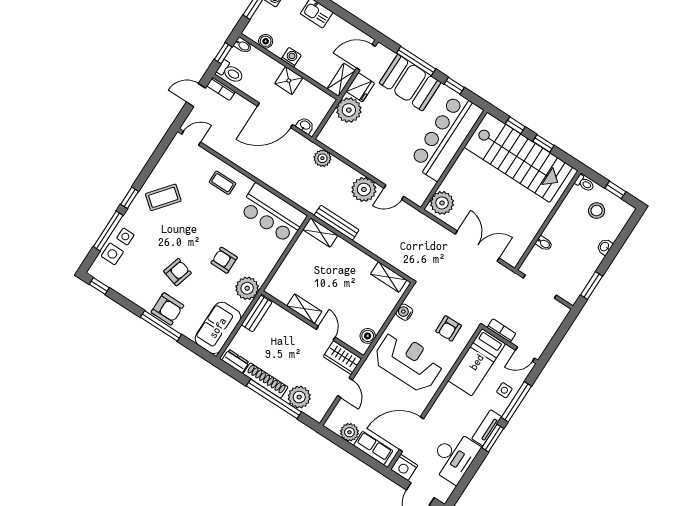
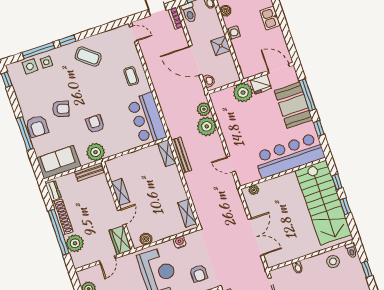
shelving: (341, 80) -> (253, 70), removed
plant: (364, 189) -> (207, 126), moved
plant: (442, 203) -> (254, 190), width x0.53, depth x0.53
stool: (597, 211) -> (333, 262), moved
armchair: (449, 328) -> (199, 273), turned -89

